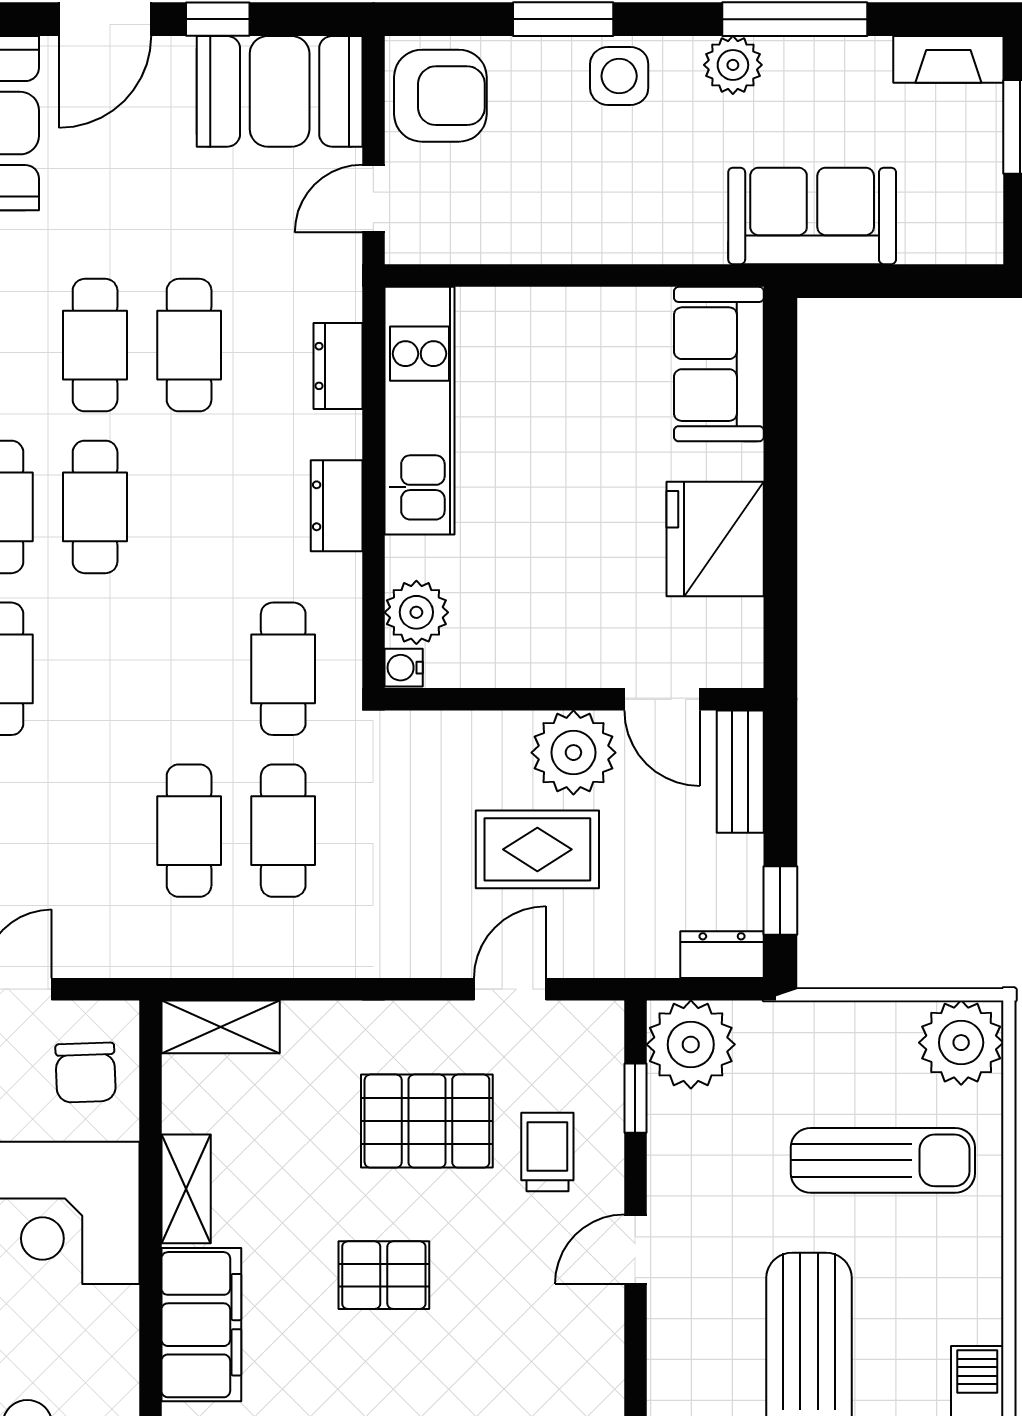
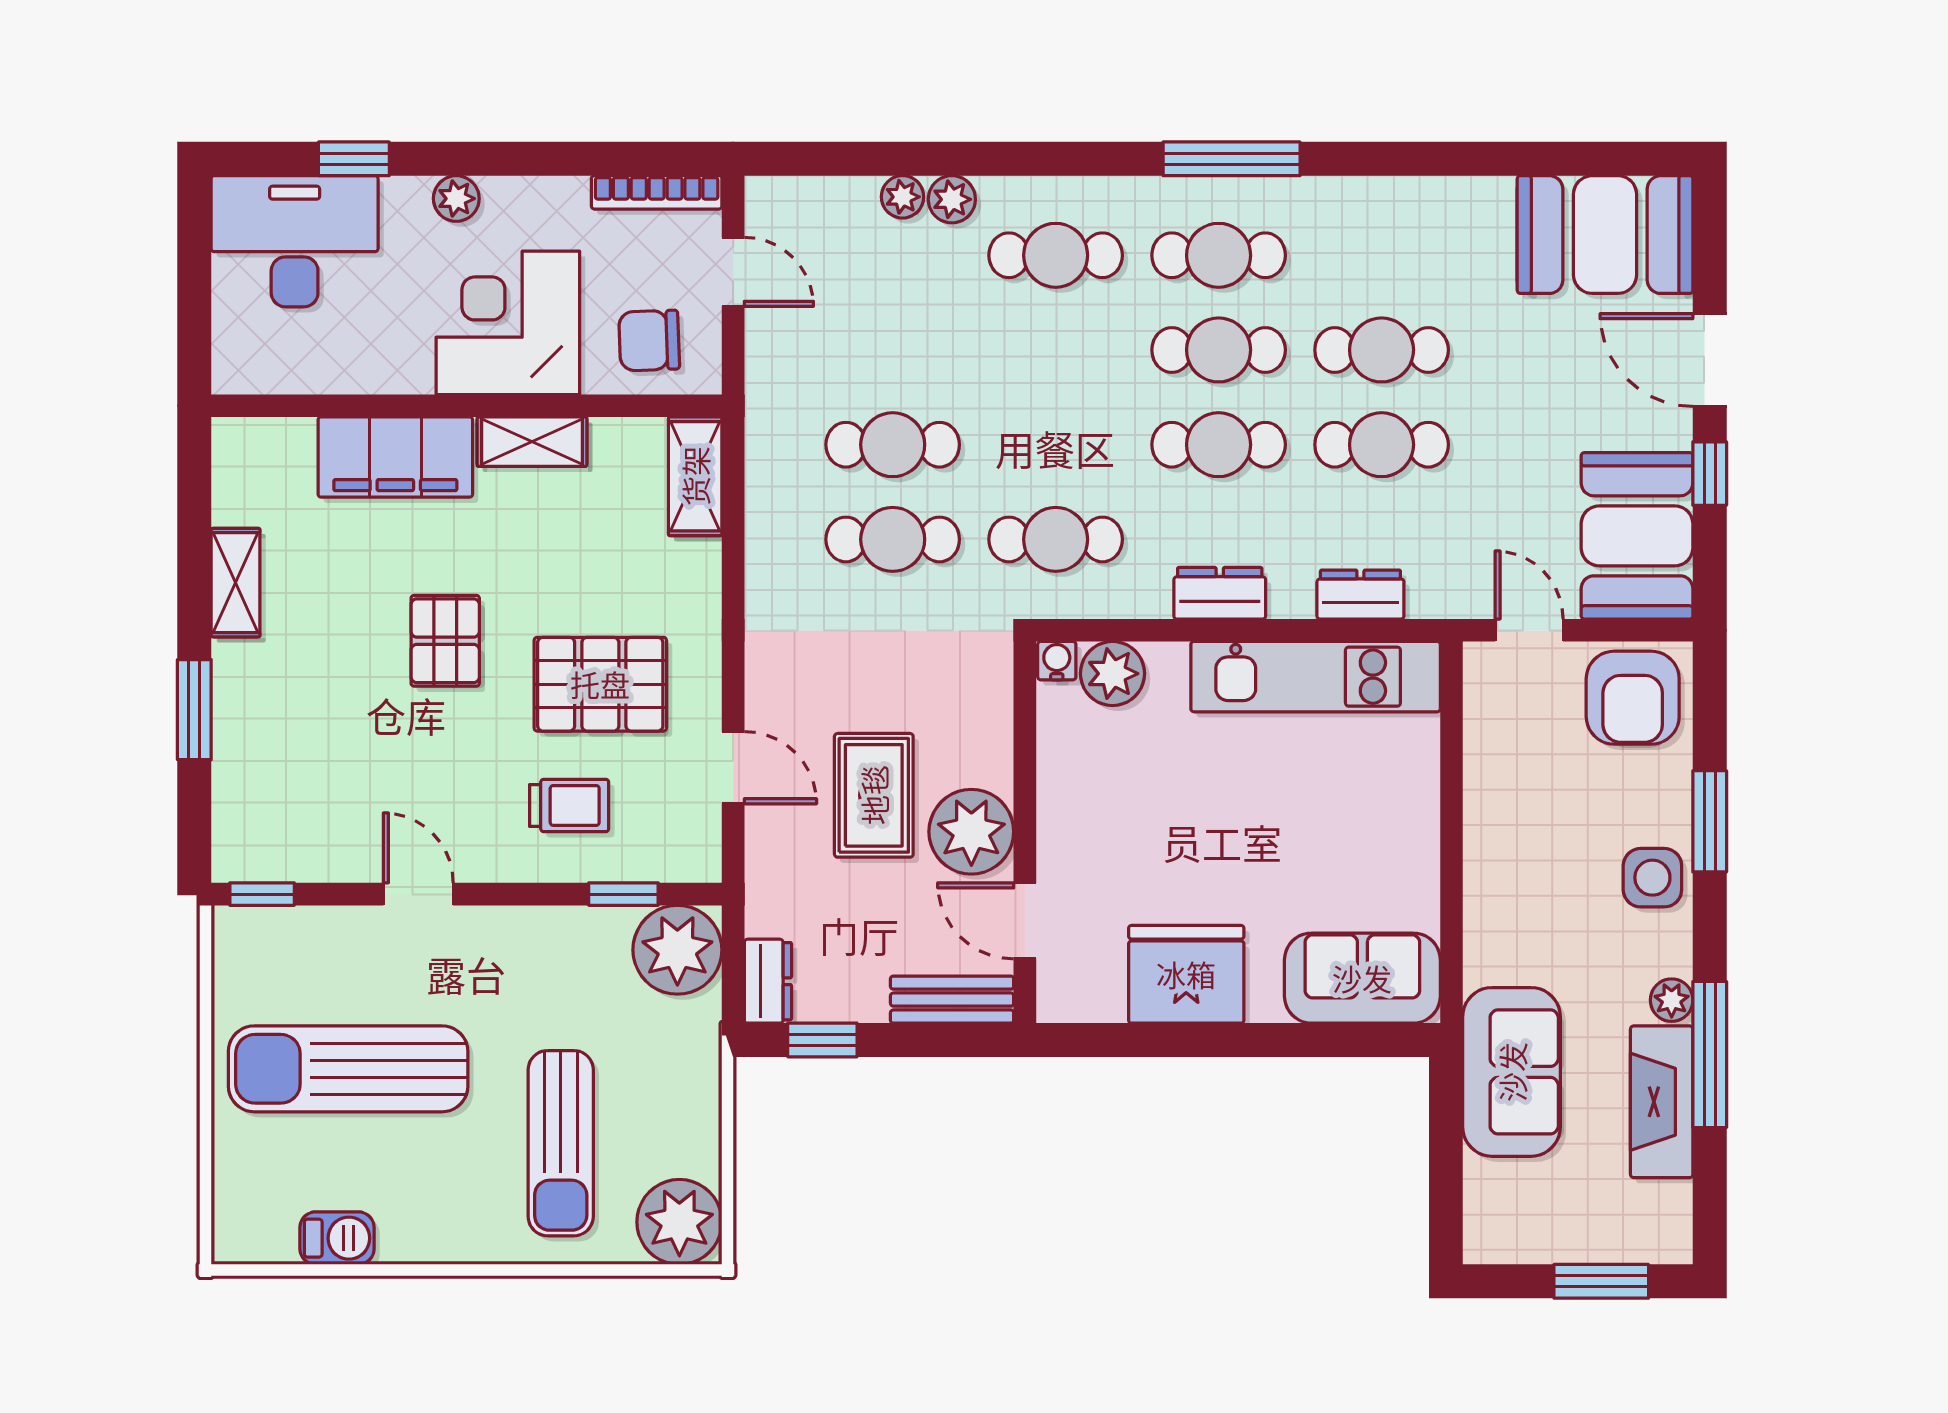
fireplace: (948, 59) -> (1662, 1102), moved, width x1.37, depth x1.32
plant: (733, 65) -> (1672, 1000), width x0.73, depth x0.73
cafe table: (189, 507) -> (1219, 445), added
door: (662, 699) -> (1025, 921), hinge flipped
pallet: (427, 1121) -> (600, 684), turned 90
door: (635, 1249) -> (418, 894), moved

